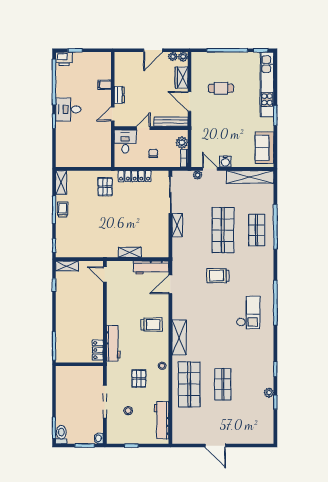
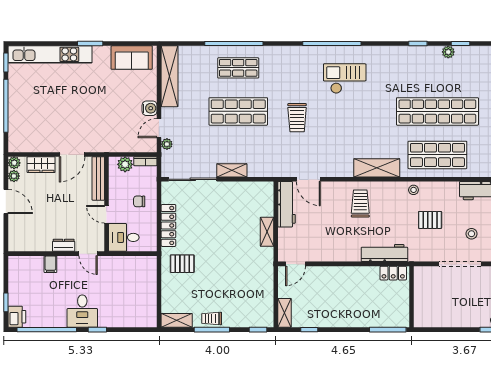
cafe table: (221, 88) -> (55, 114), removed
shop shelf: (223, 384) -> (437, 111), width x2.00, depth x1.36

